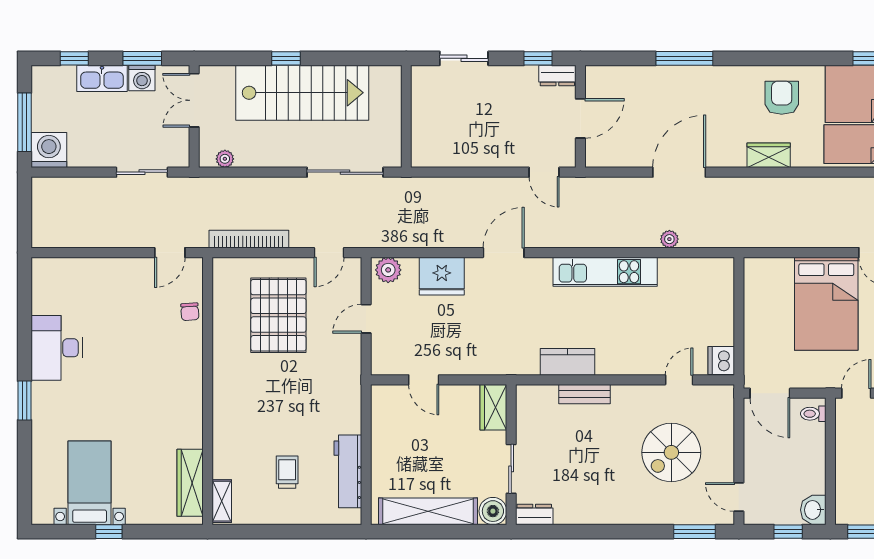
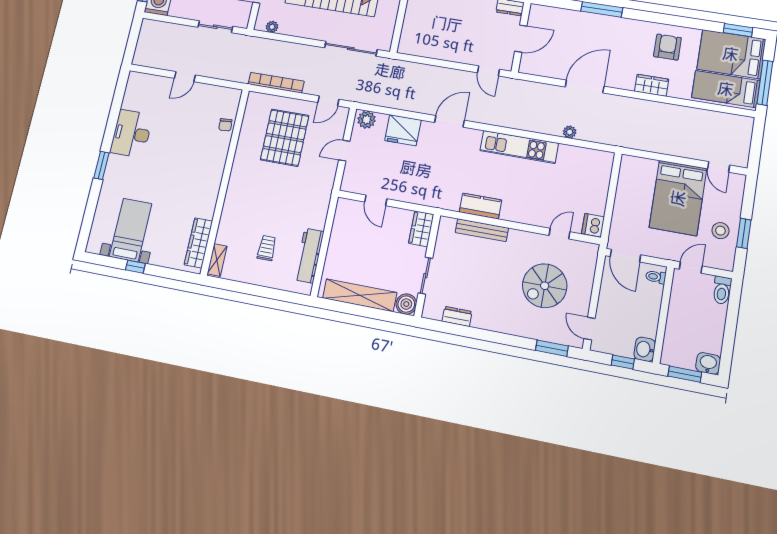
door: (170, 253) -> (185, 77), moved
bench: (584, 394) -> (482, 230), width x1.36
dresser: (534, 514) -> (457, 316), moved

